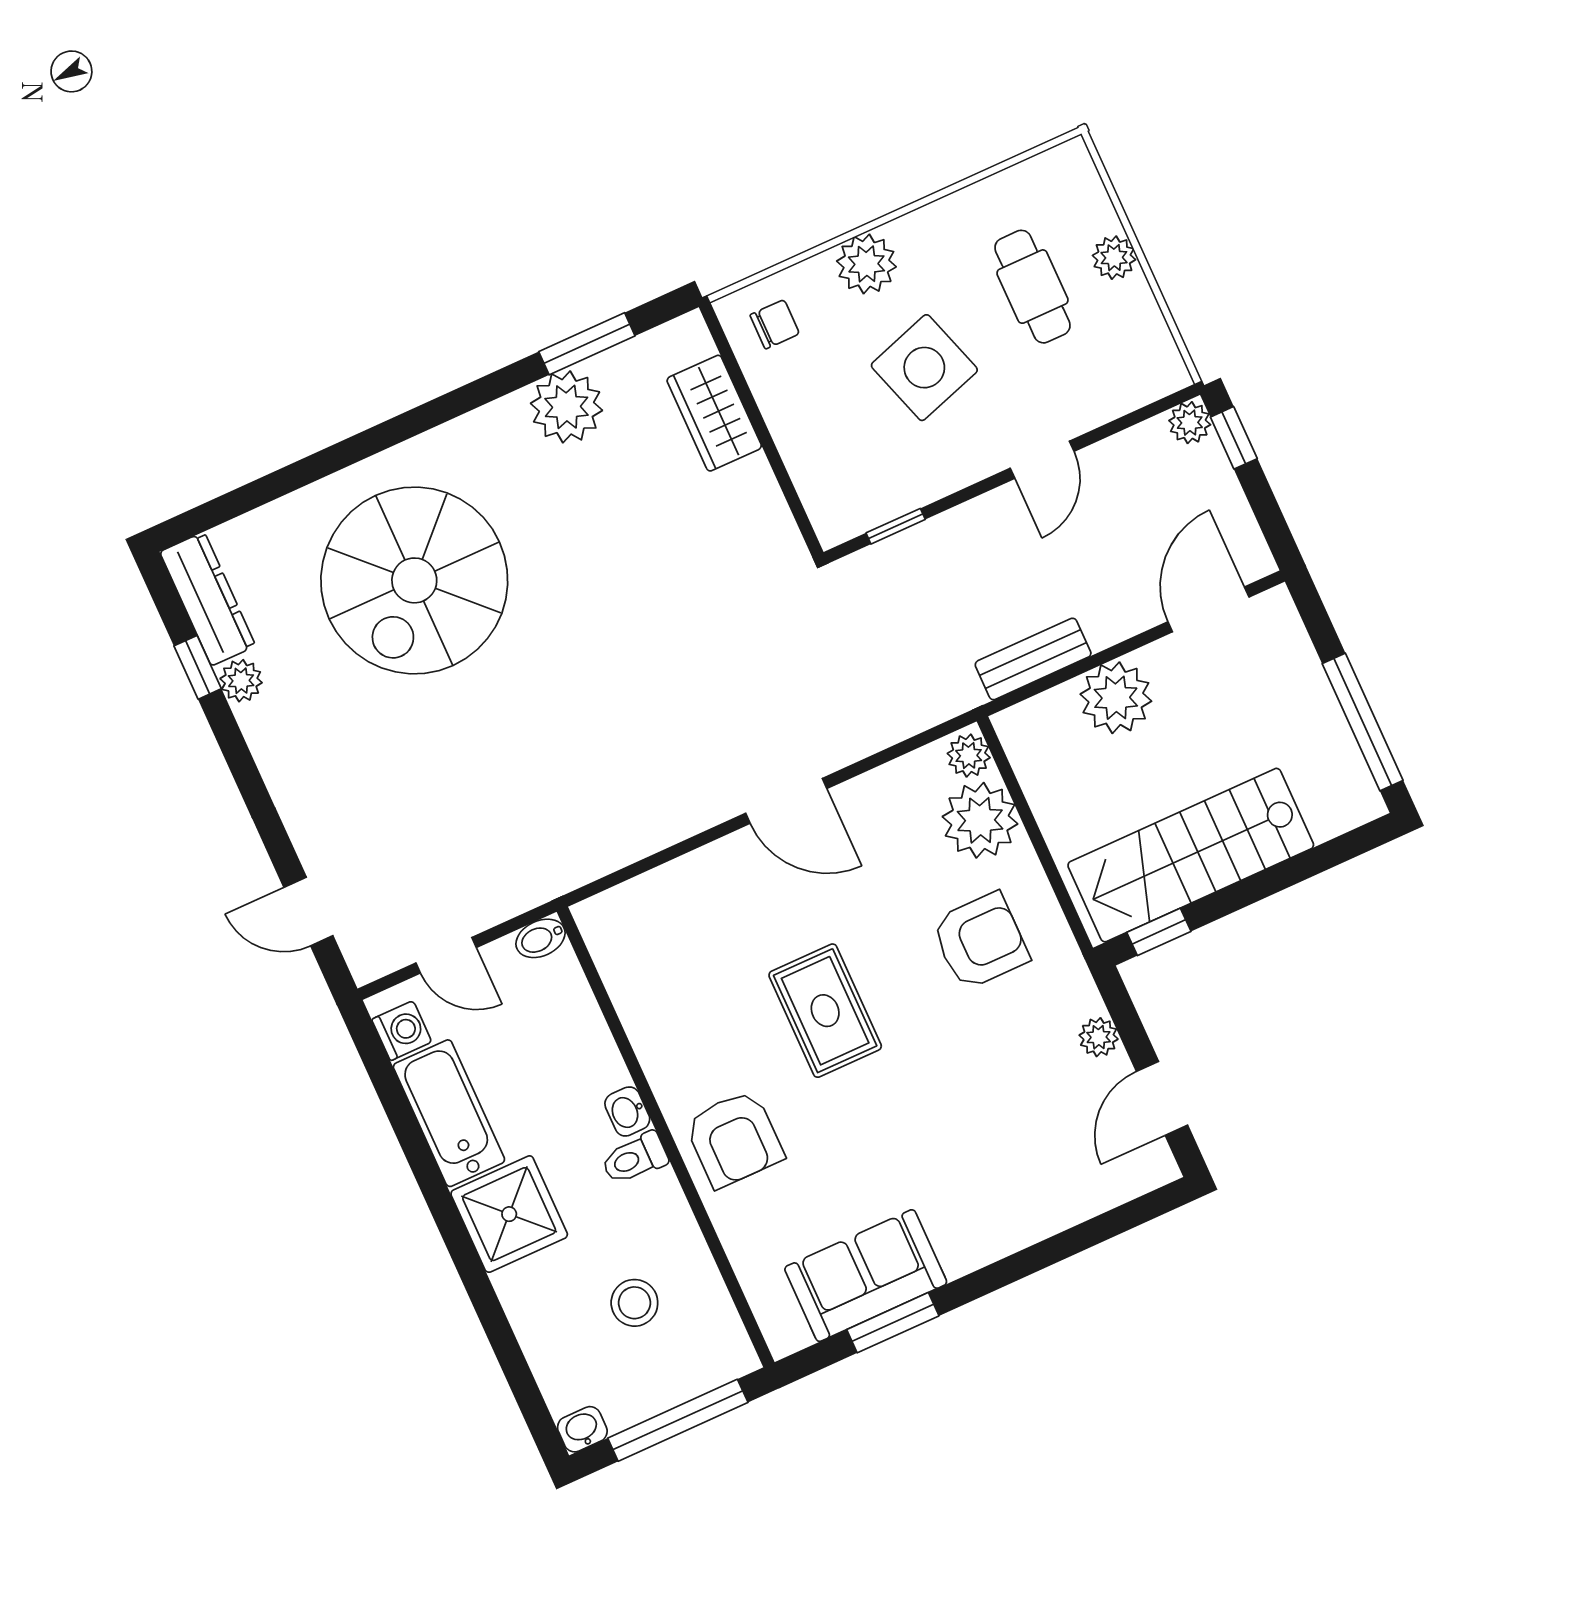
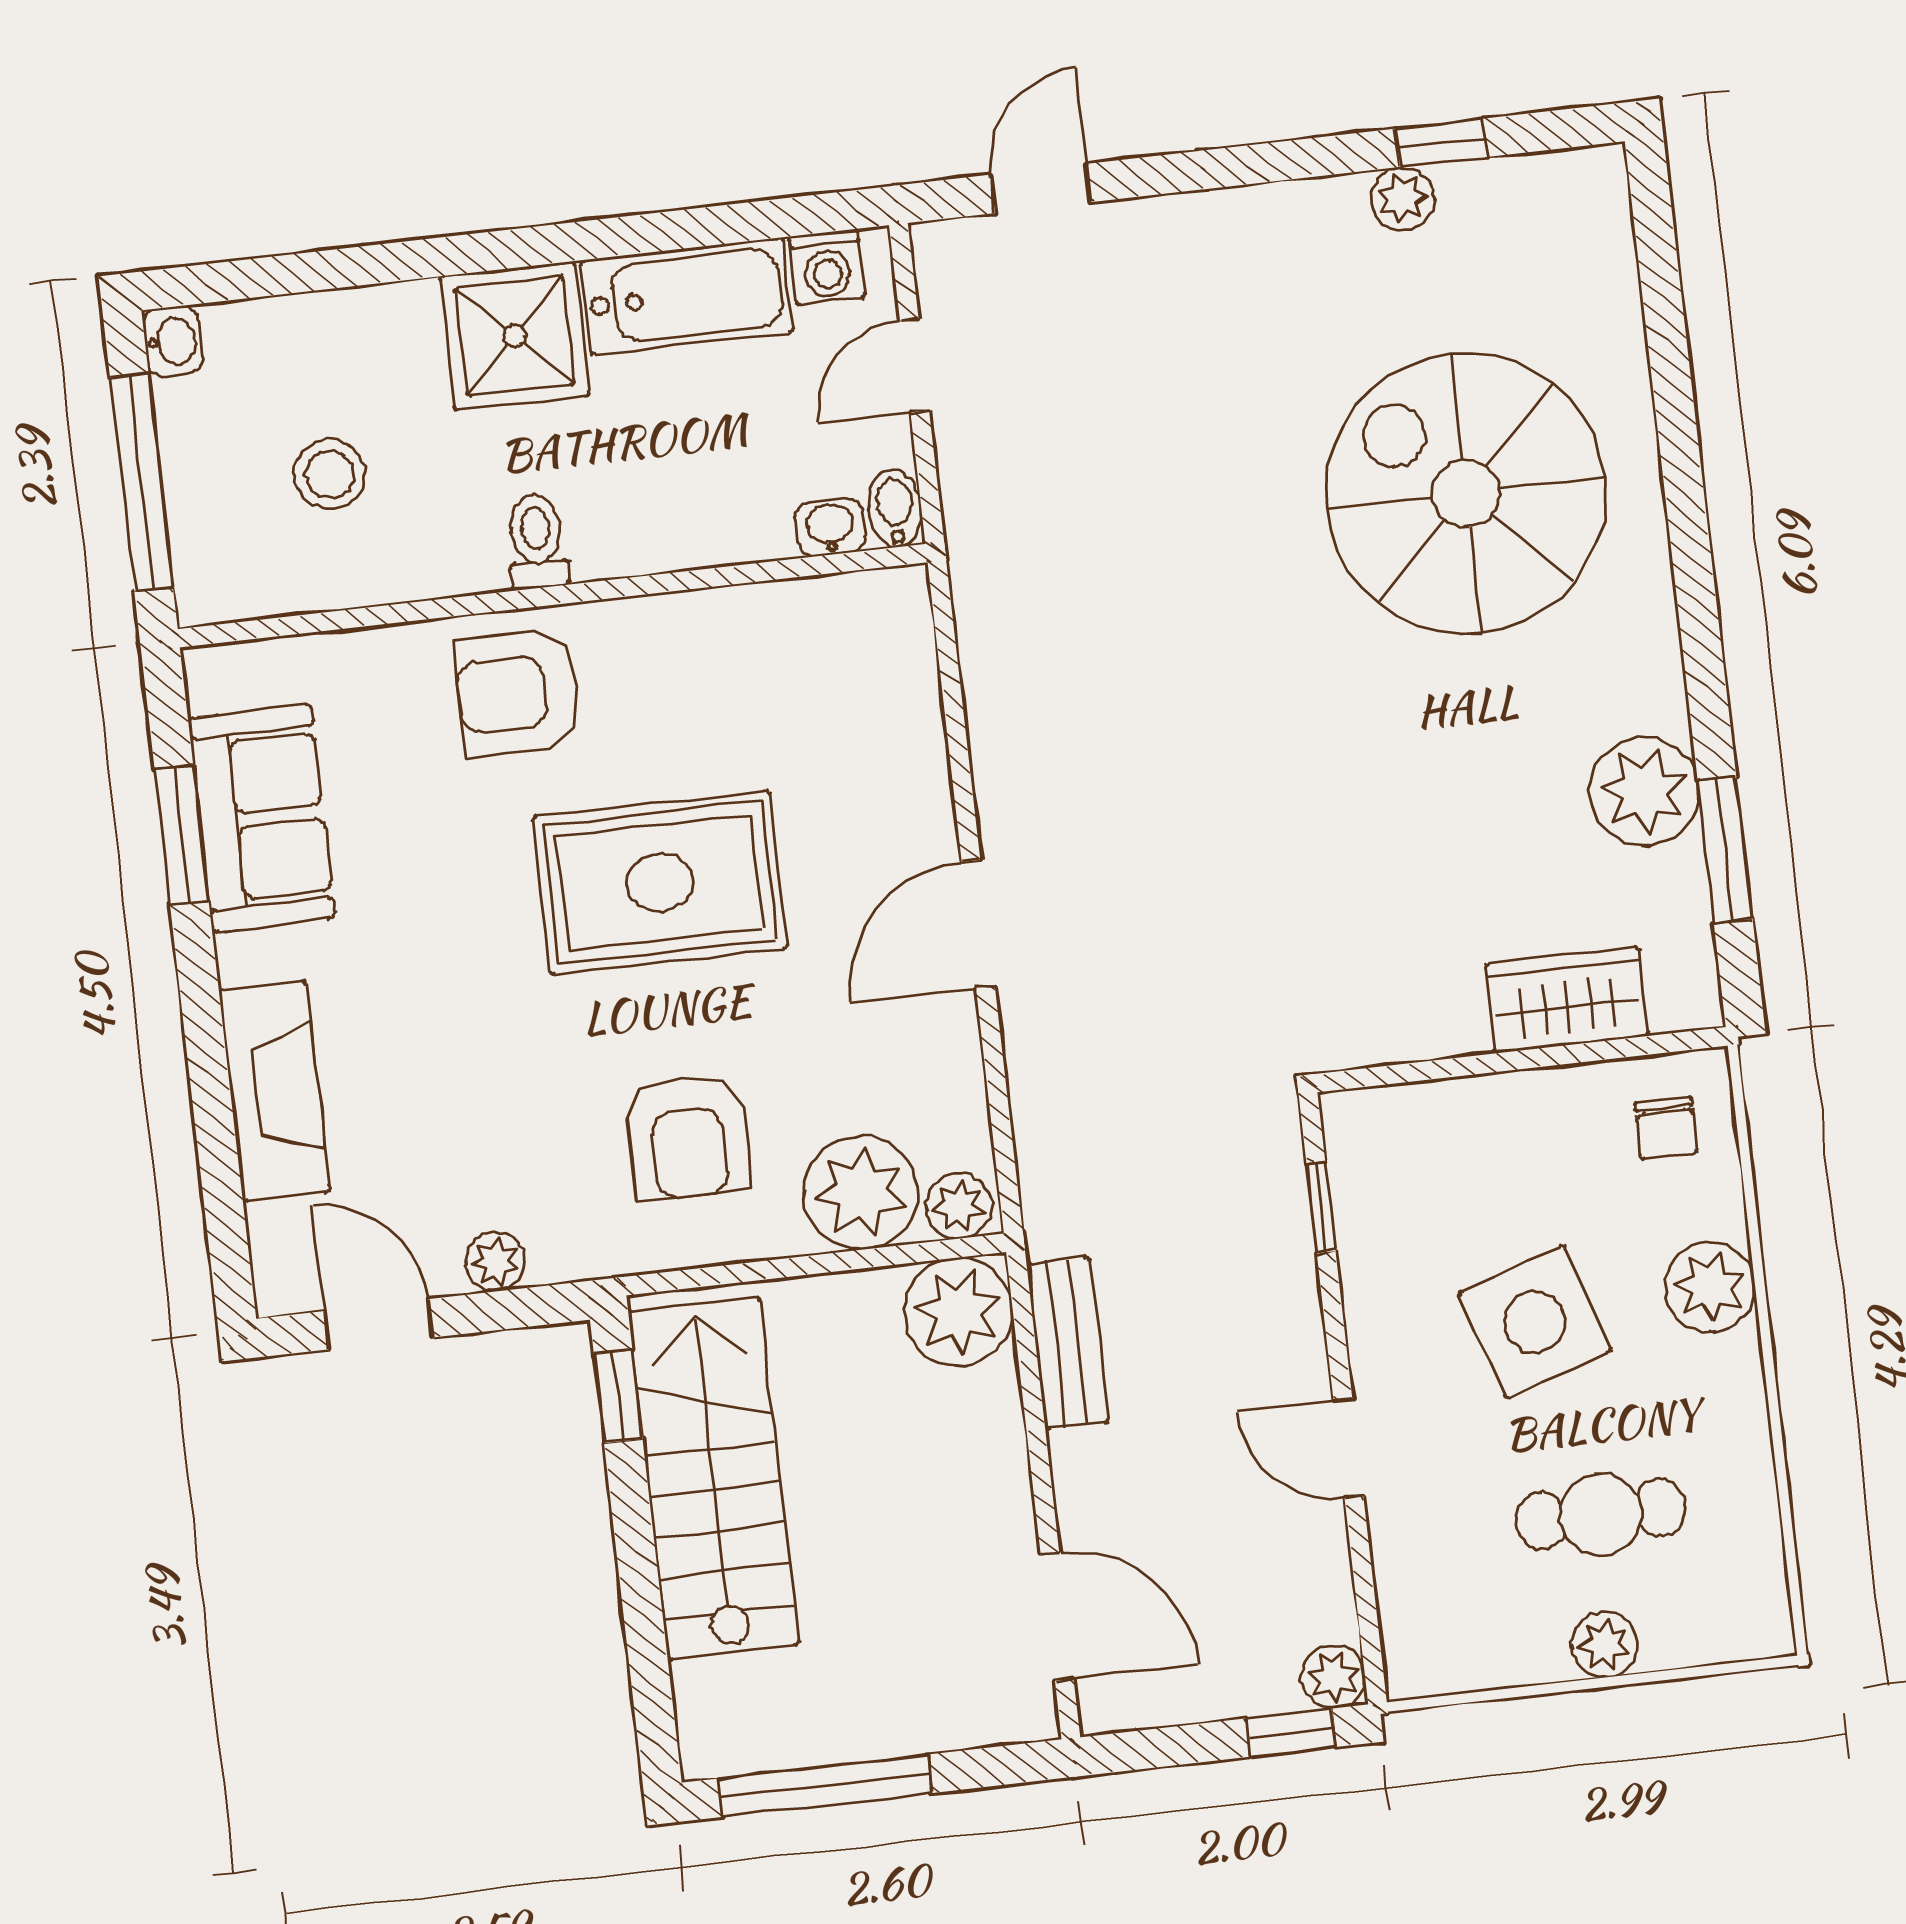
dresser: (208, 599) -> (1535, 189), removed
plant: (1116, 698) -> (959, 1312), moved
rug: (825, 1011) -> (660, 883), width x1.36, depth x1.43
washbasin: (627, 1111) -> (830, 527), moved
fireplace: (1036, 1212) -> (274, 1091), added

